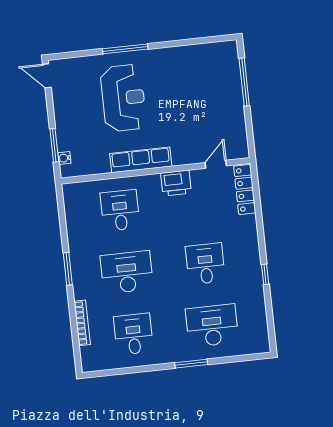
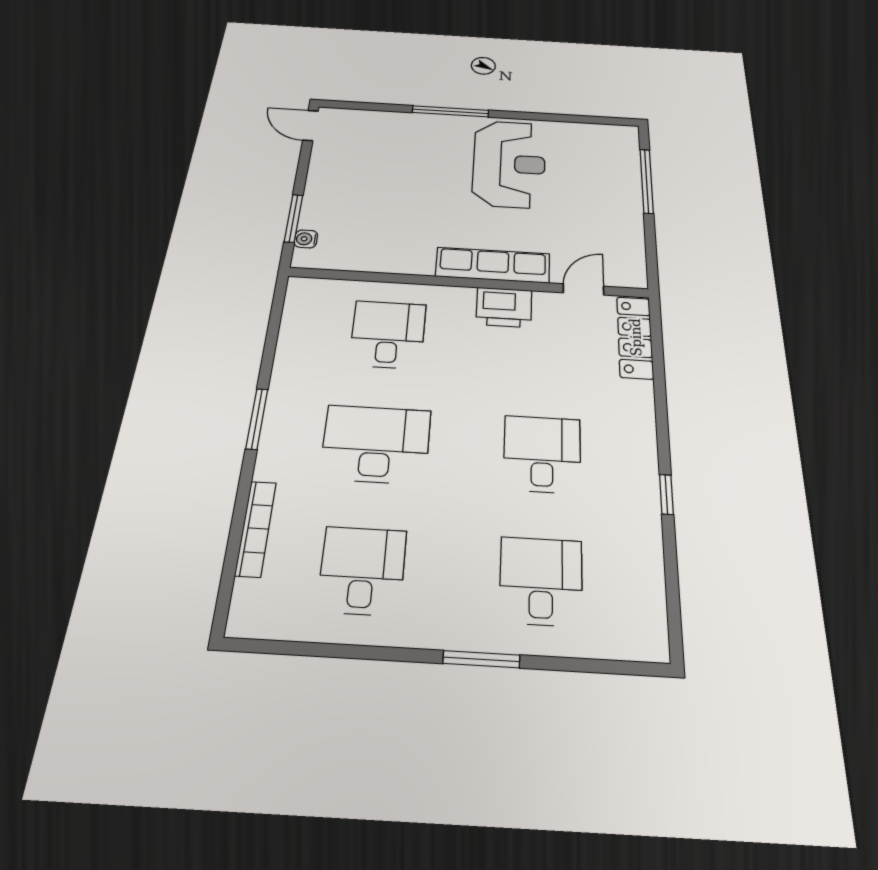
reception desk: (123, 98) -> (509, 164), moved
row of seats: (141, 160) -> (493, 265), moved
desk: (212, 326) -> (541, 581), width x0.73

